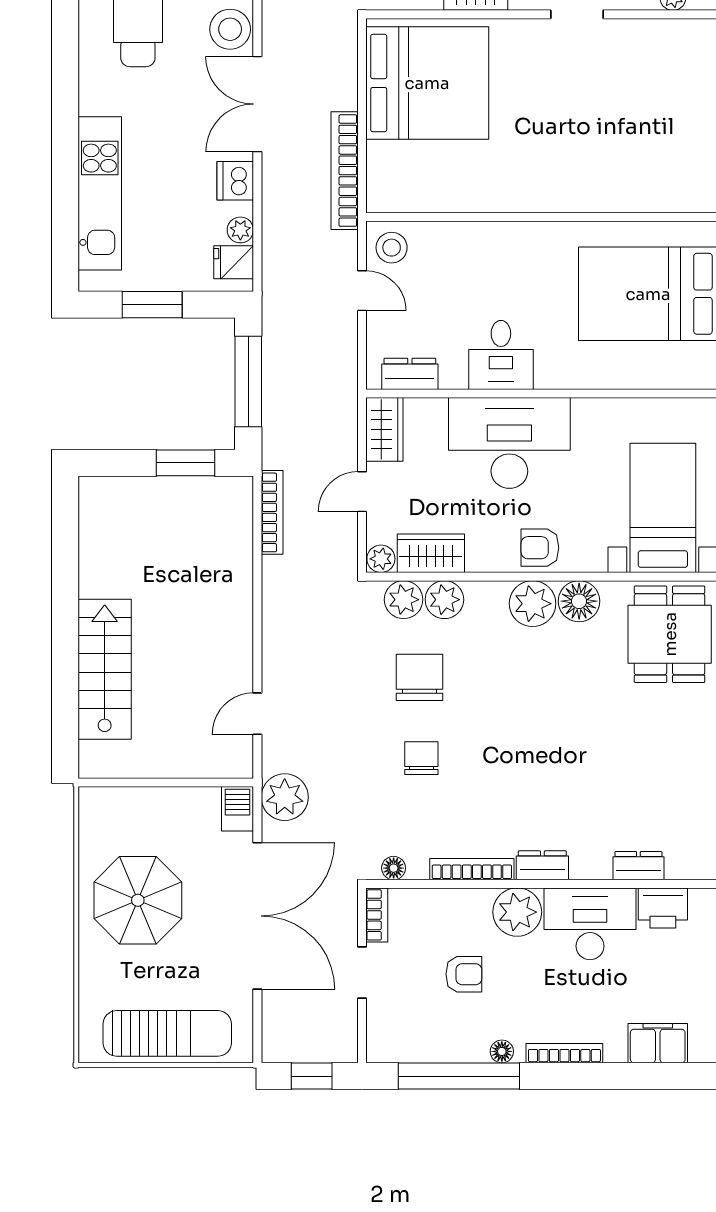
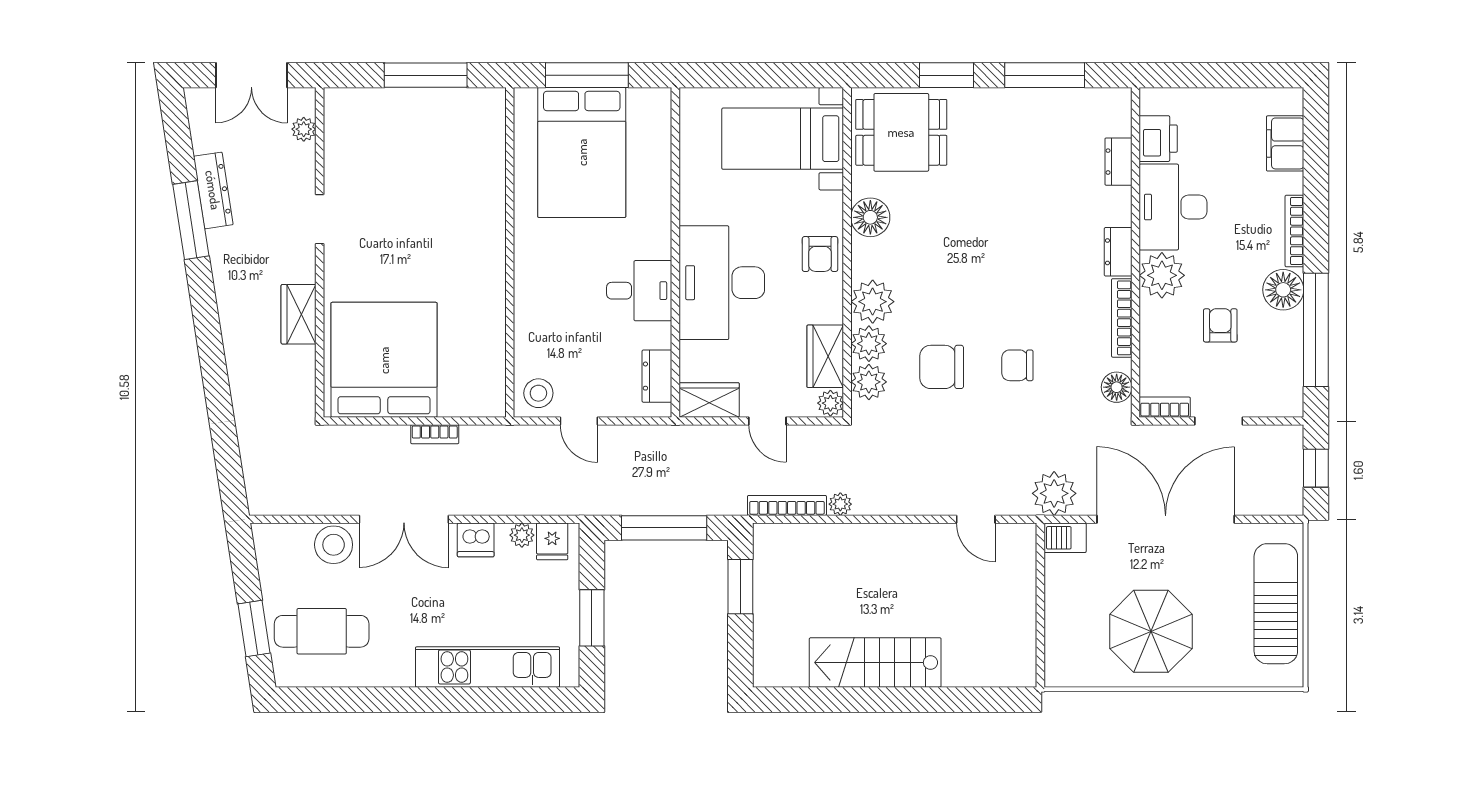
bookcase: (345, 171) -> (435, 434), width x0.43, depth x0.76
door: (362, 291) -> (579, 421), swing flipped
plant: (273, 569) -> (840, 504), added
plant: (533, 604) -> (873, 302), moved
stairs: (105, 669) -> (875, 662), moved
floor lamp: (394, 868) -> (1117, 387), width x1.37, depth x1.37
floor lamp: (502, 1051) -> (1283, 290), width x1.89, depth x1.89

